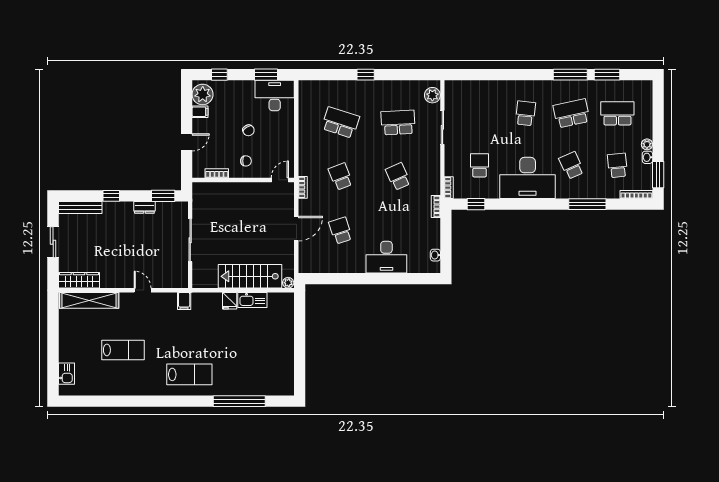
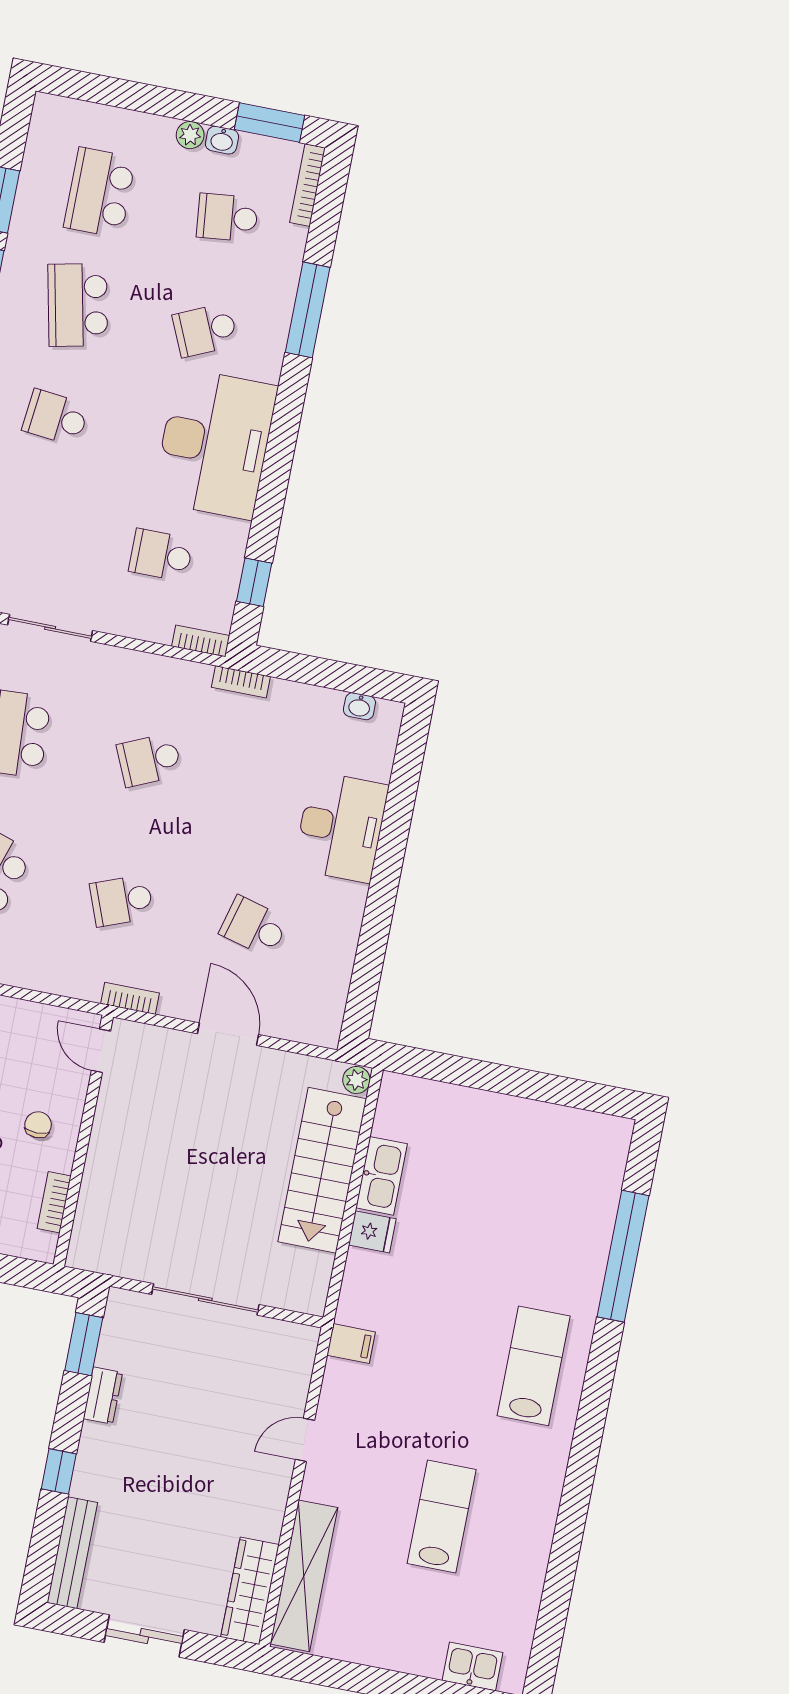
school desk: (341, 231) -> (254, 927), turned 33

